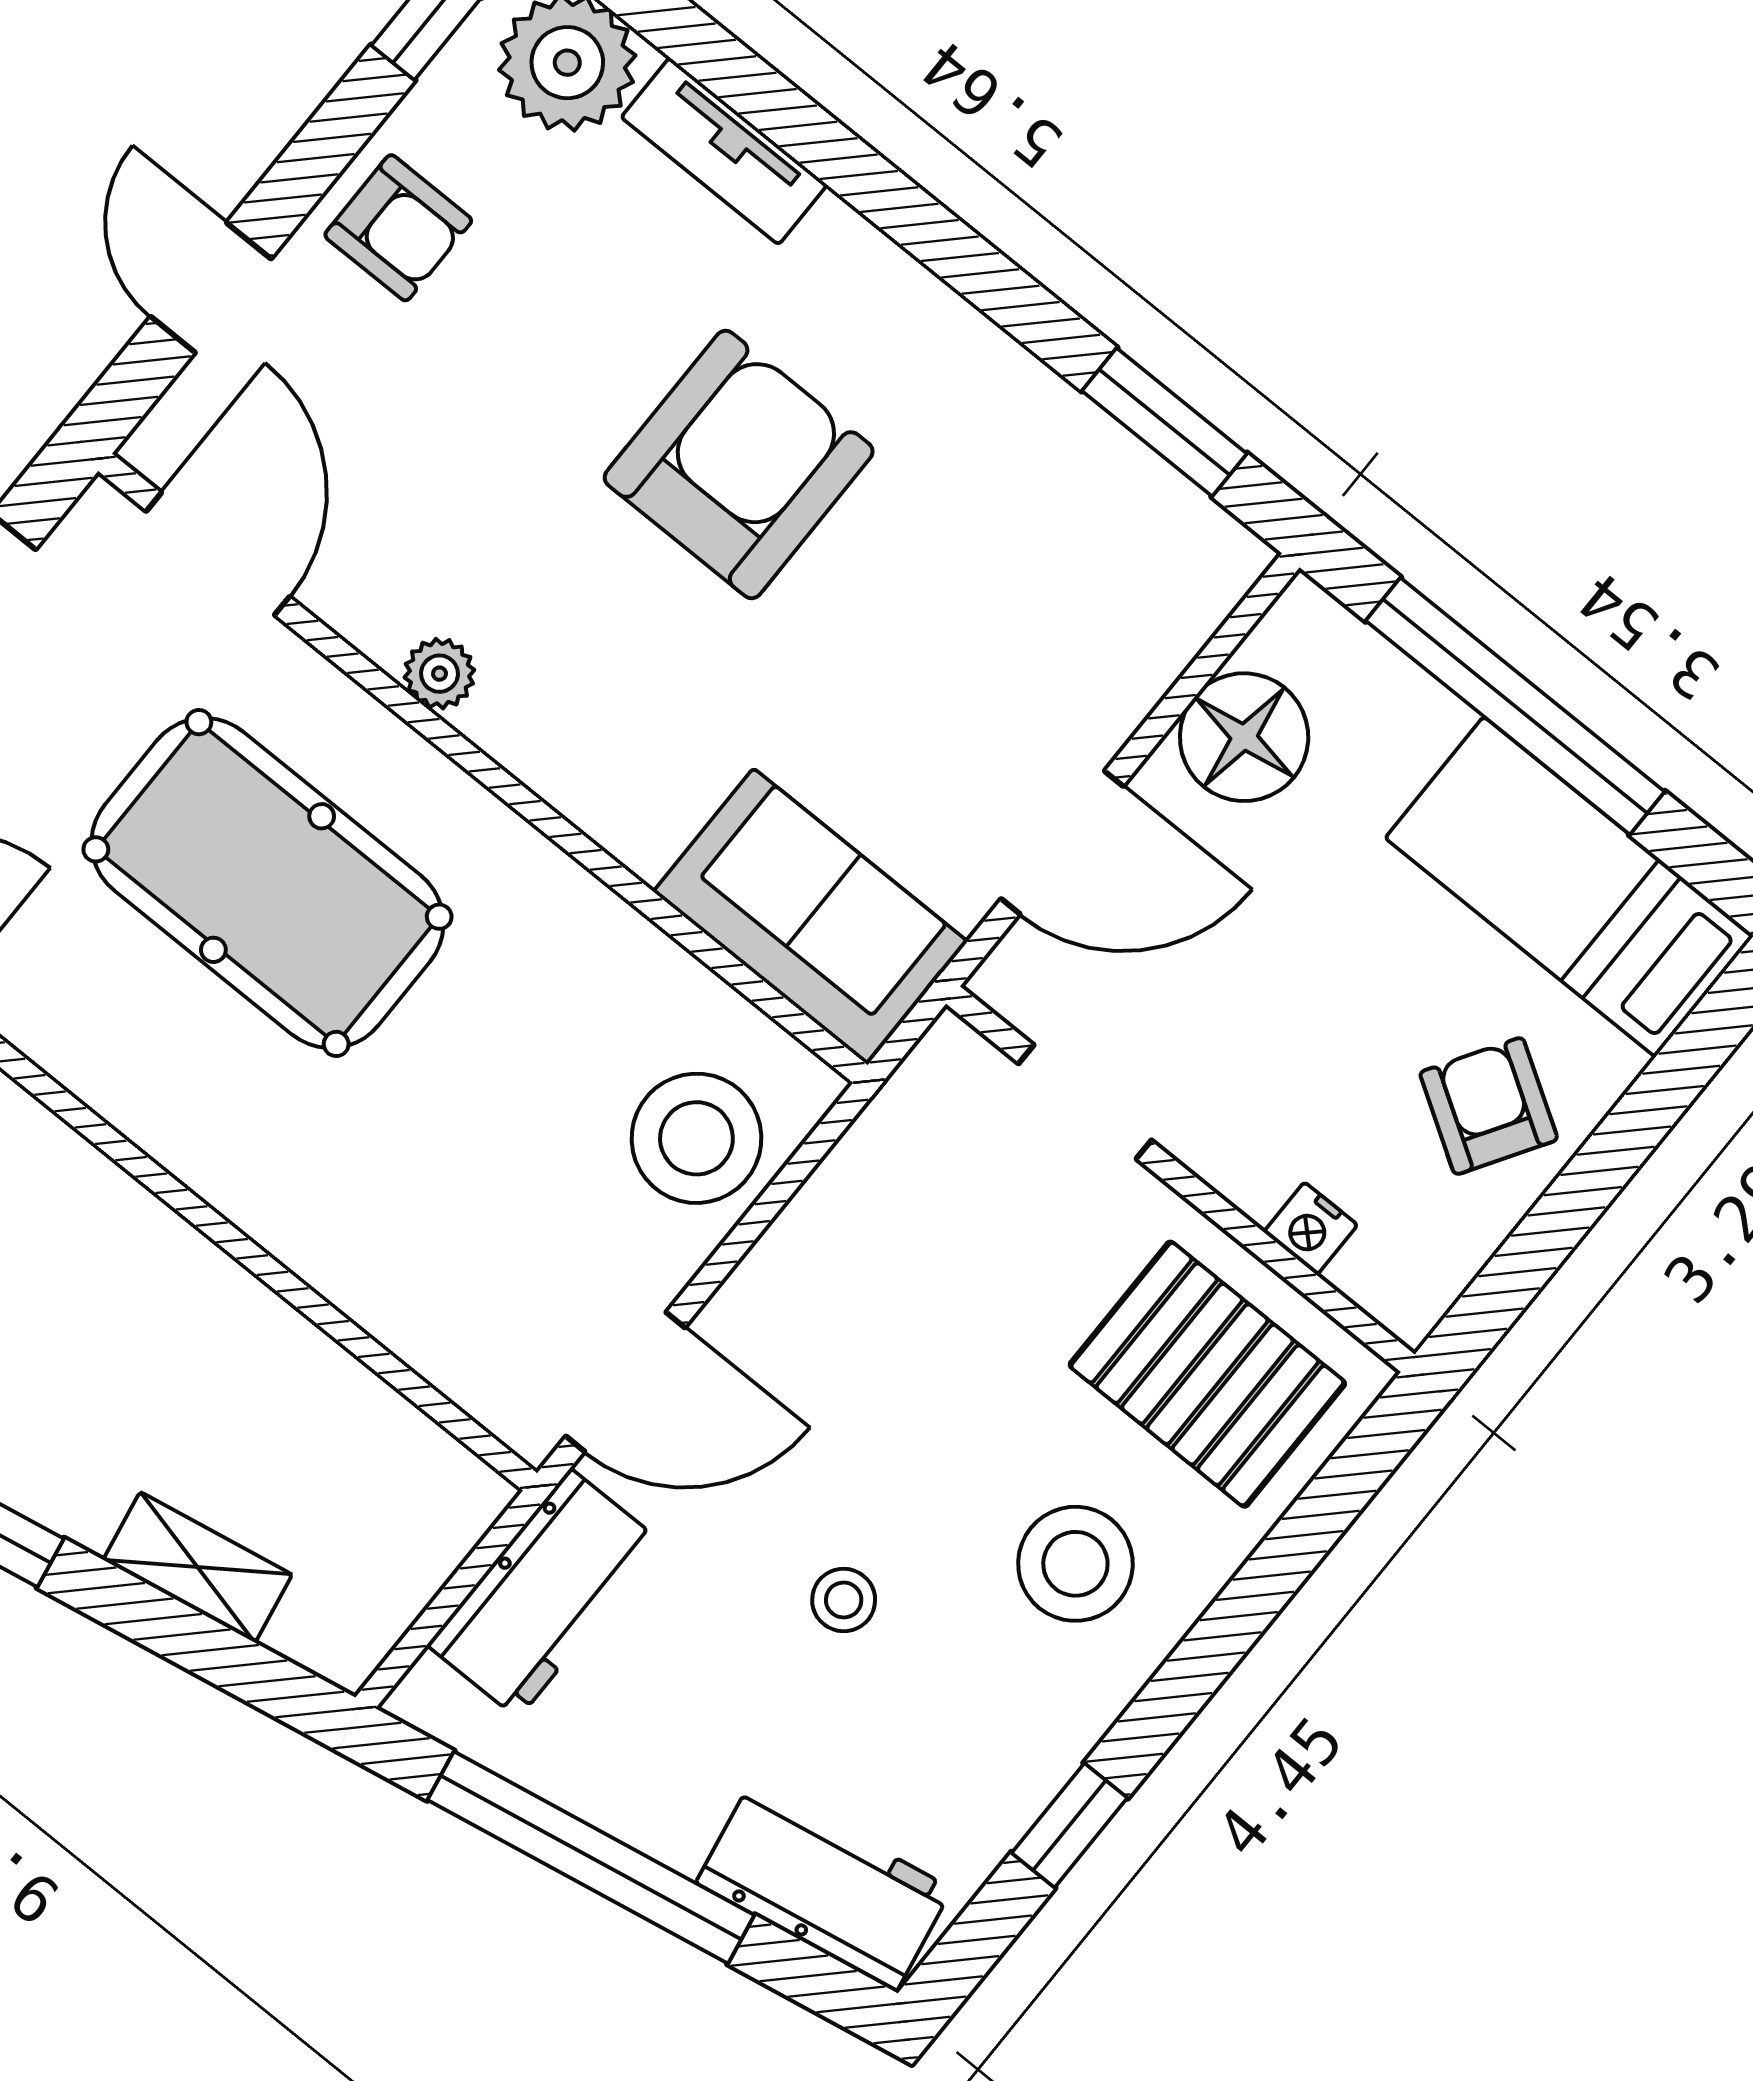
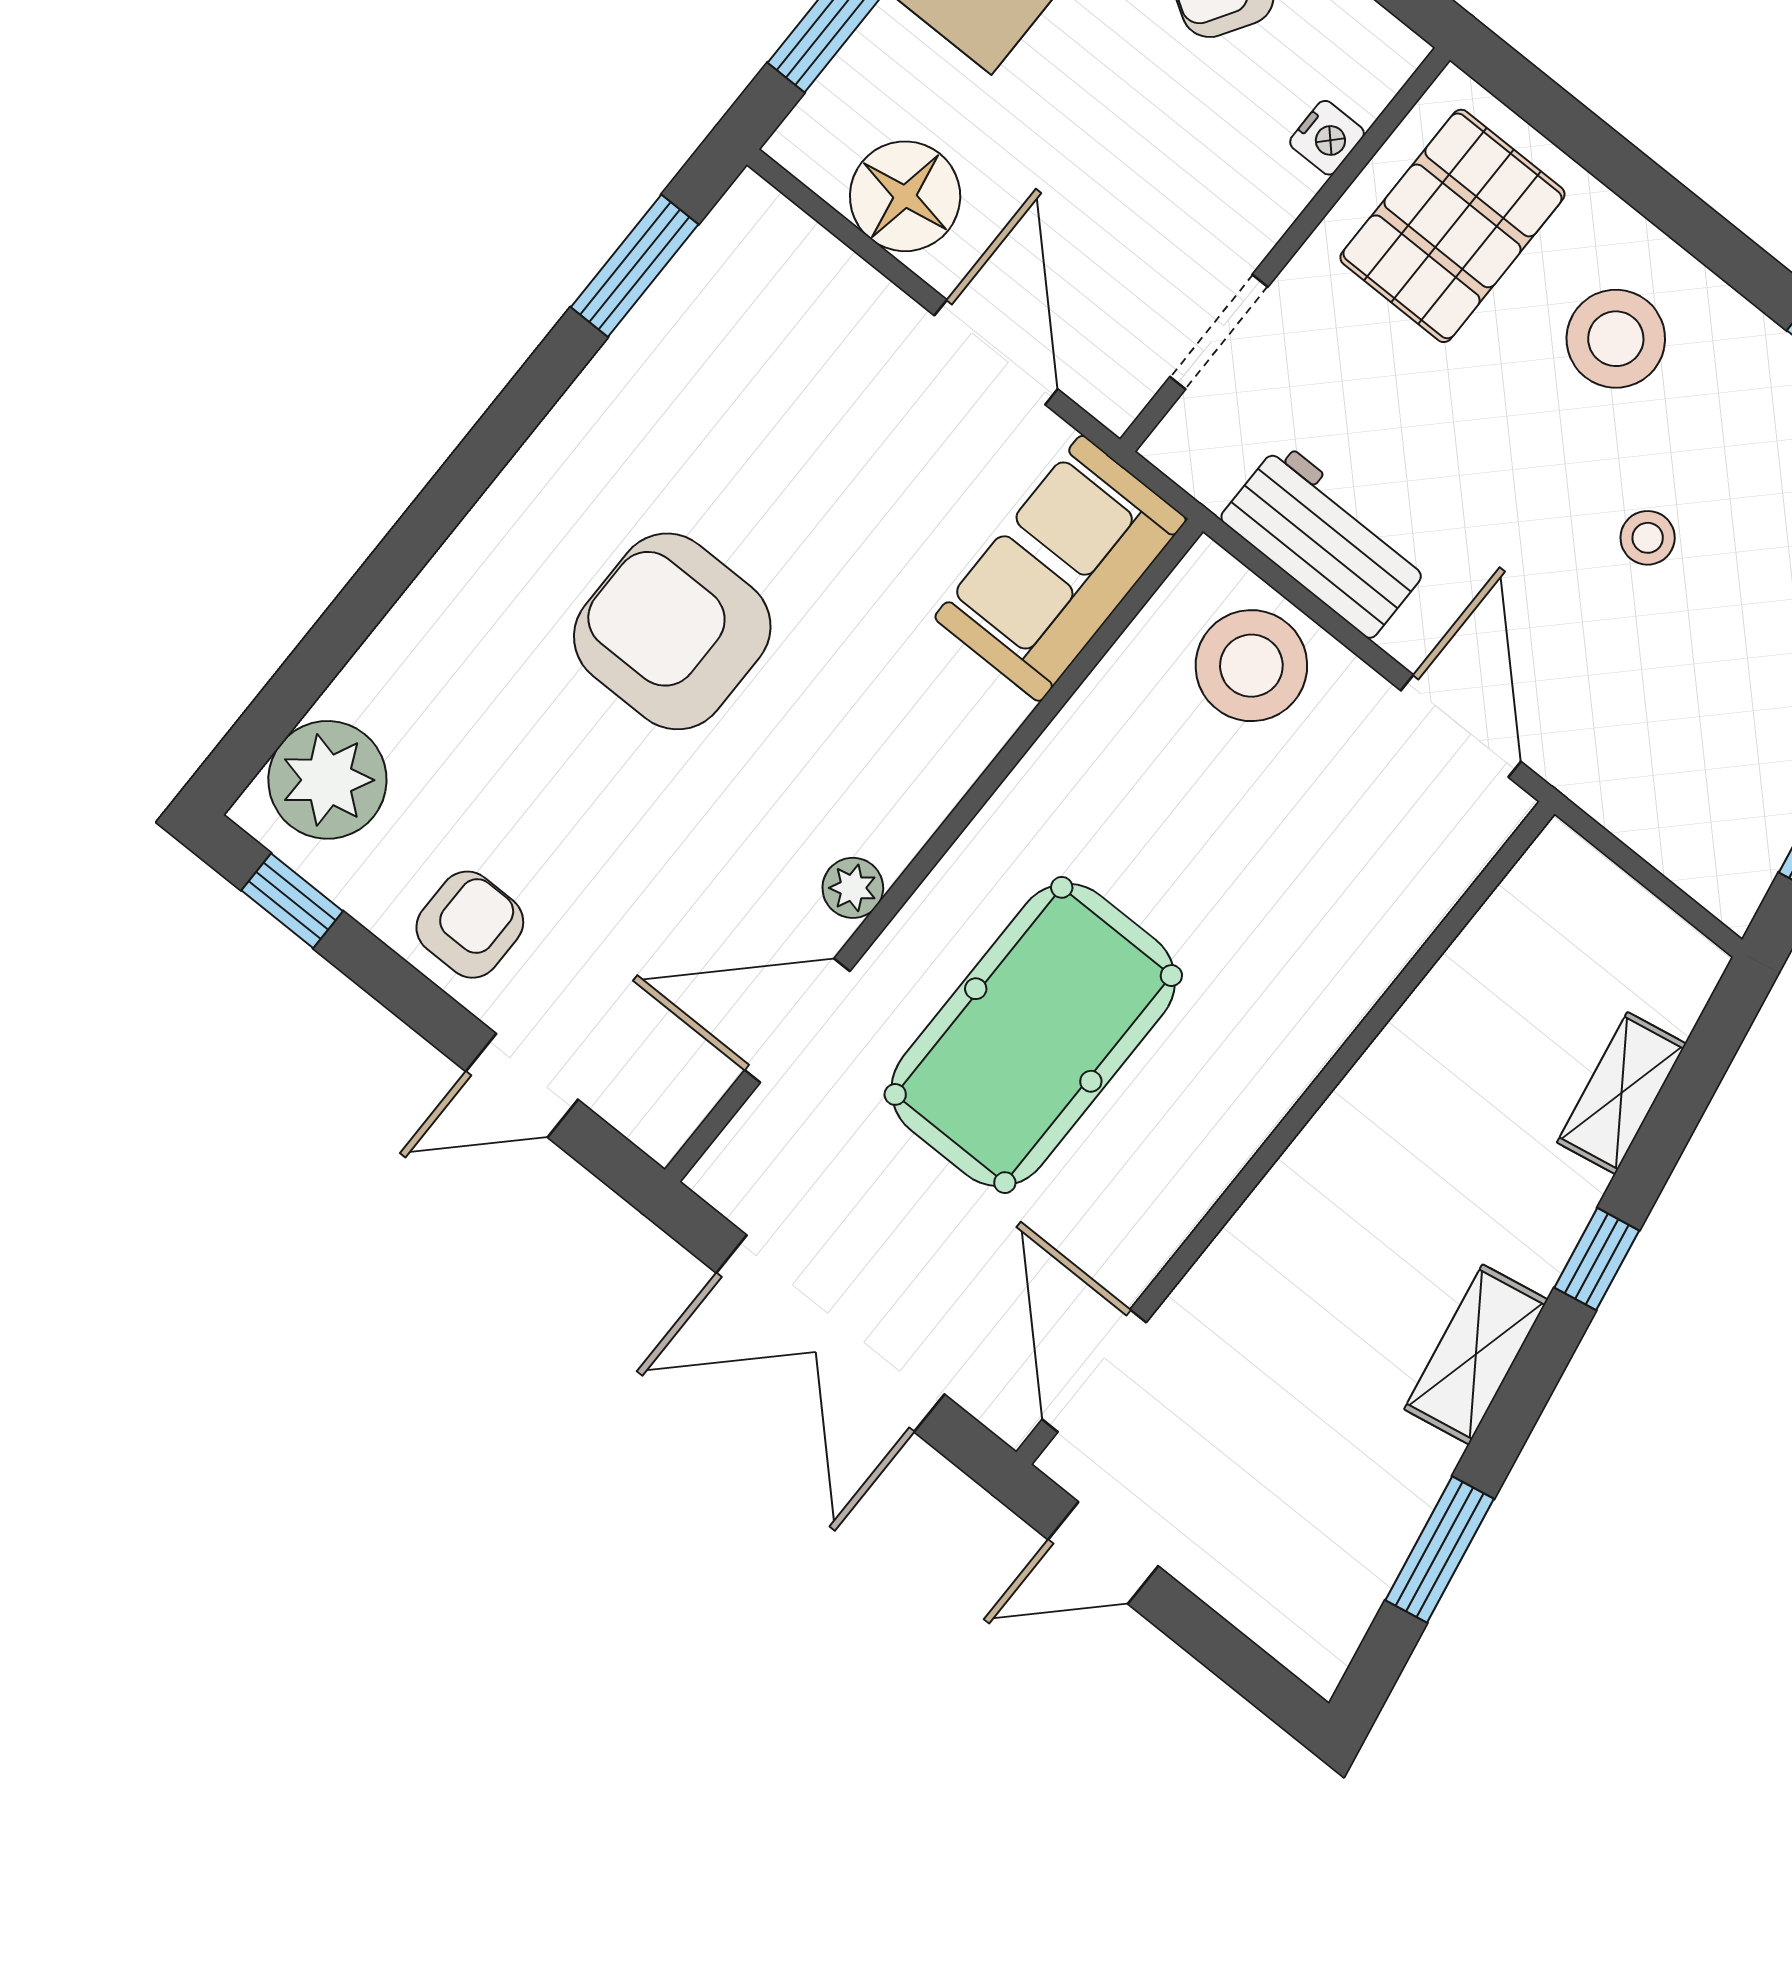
tv unit: (724, 151) -> (403, 645), removed
door: (218, 554) -> (797, 1021), moved
workbench: (544, 1593) -> (1326, 540), moved

